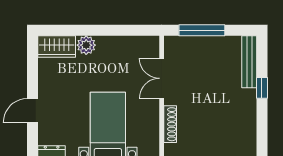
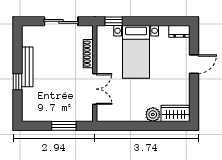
window: (202, 30) -> (64, 126), width x0.69
bench: (249, 62) -> (27, 67), moved

